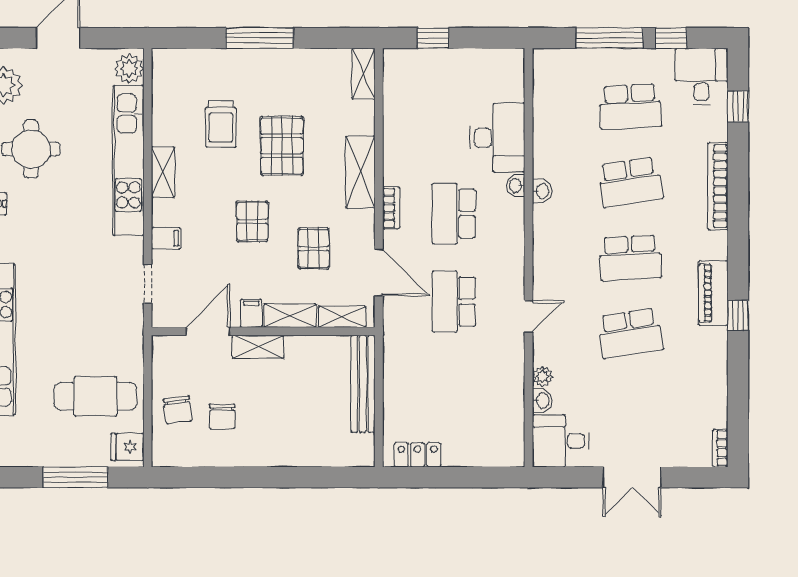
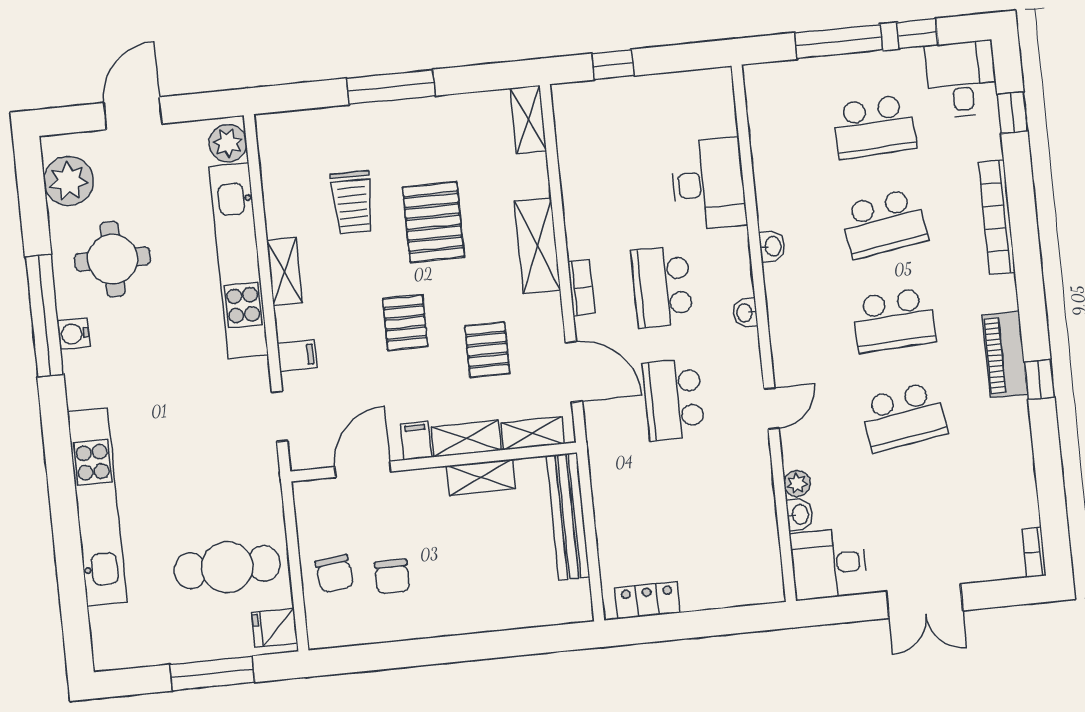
washbasin: (516, 185) -> (745, 313), moved
shelving: (258, 347) -> (481, 477), moved

